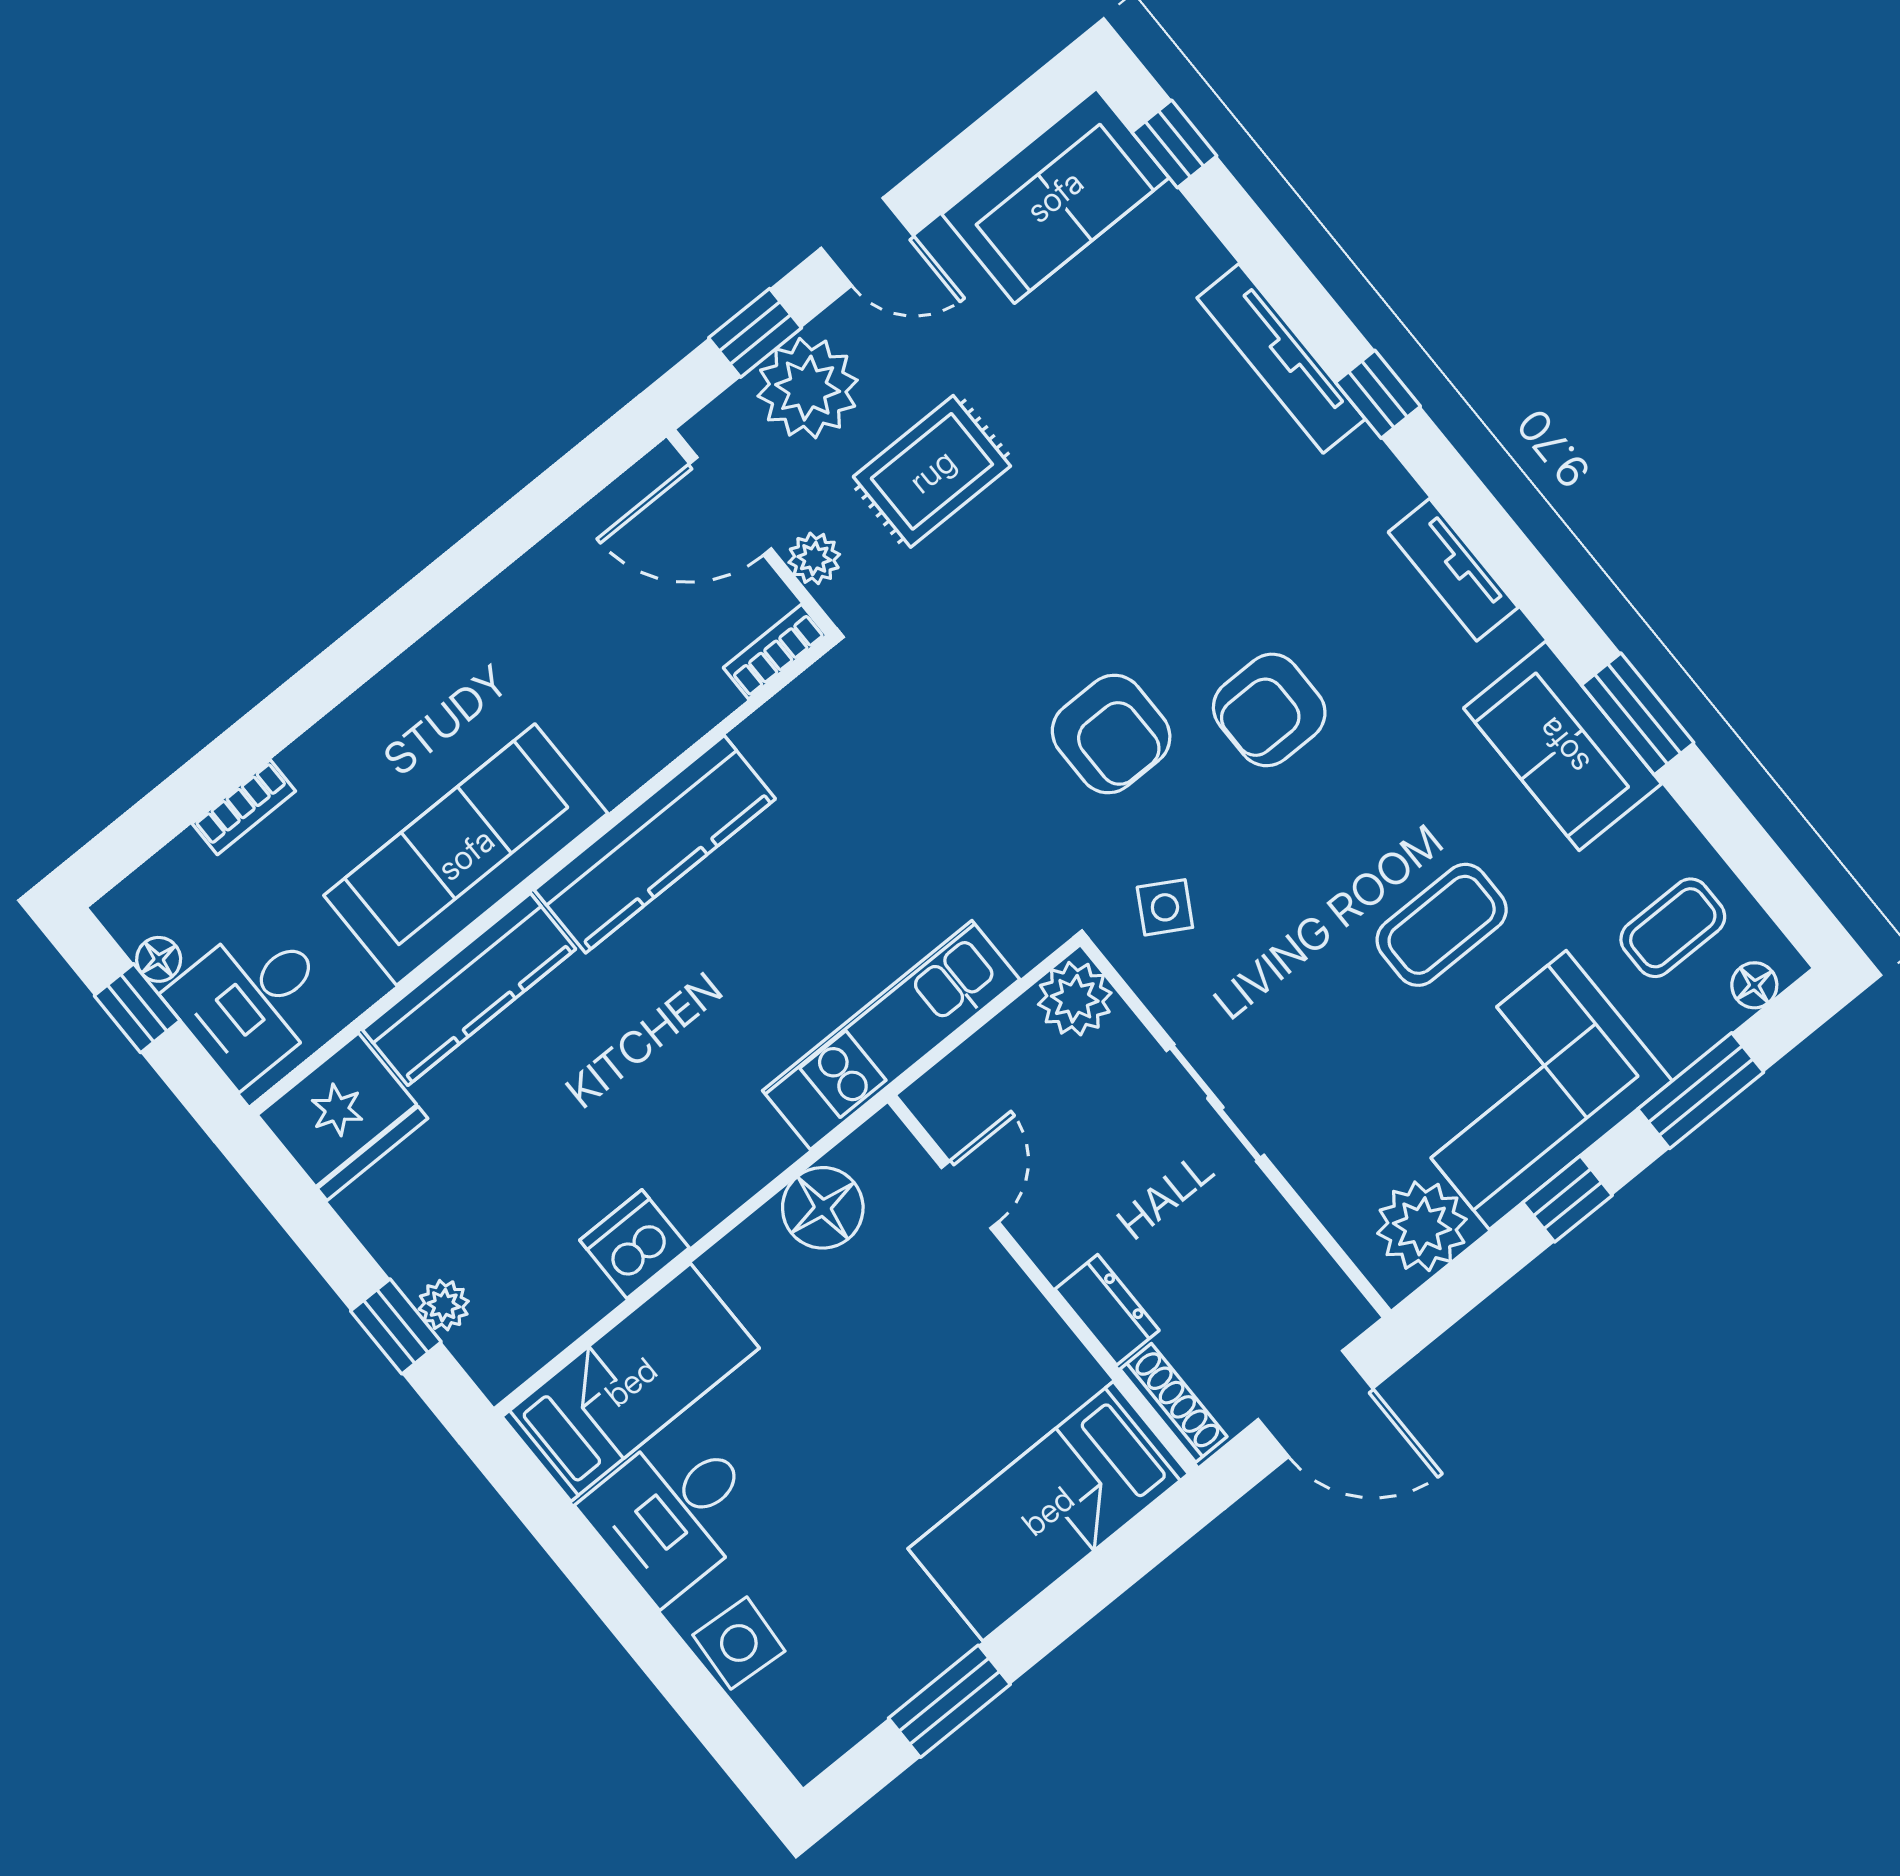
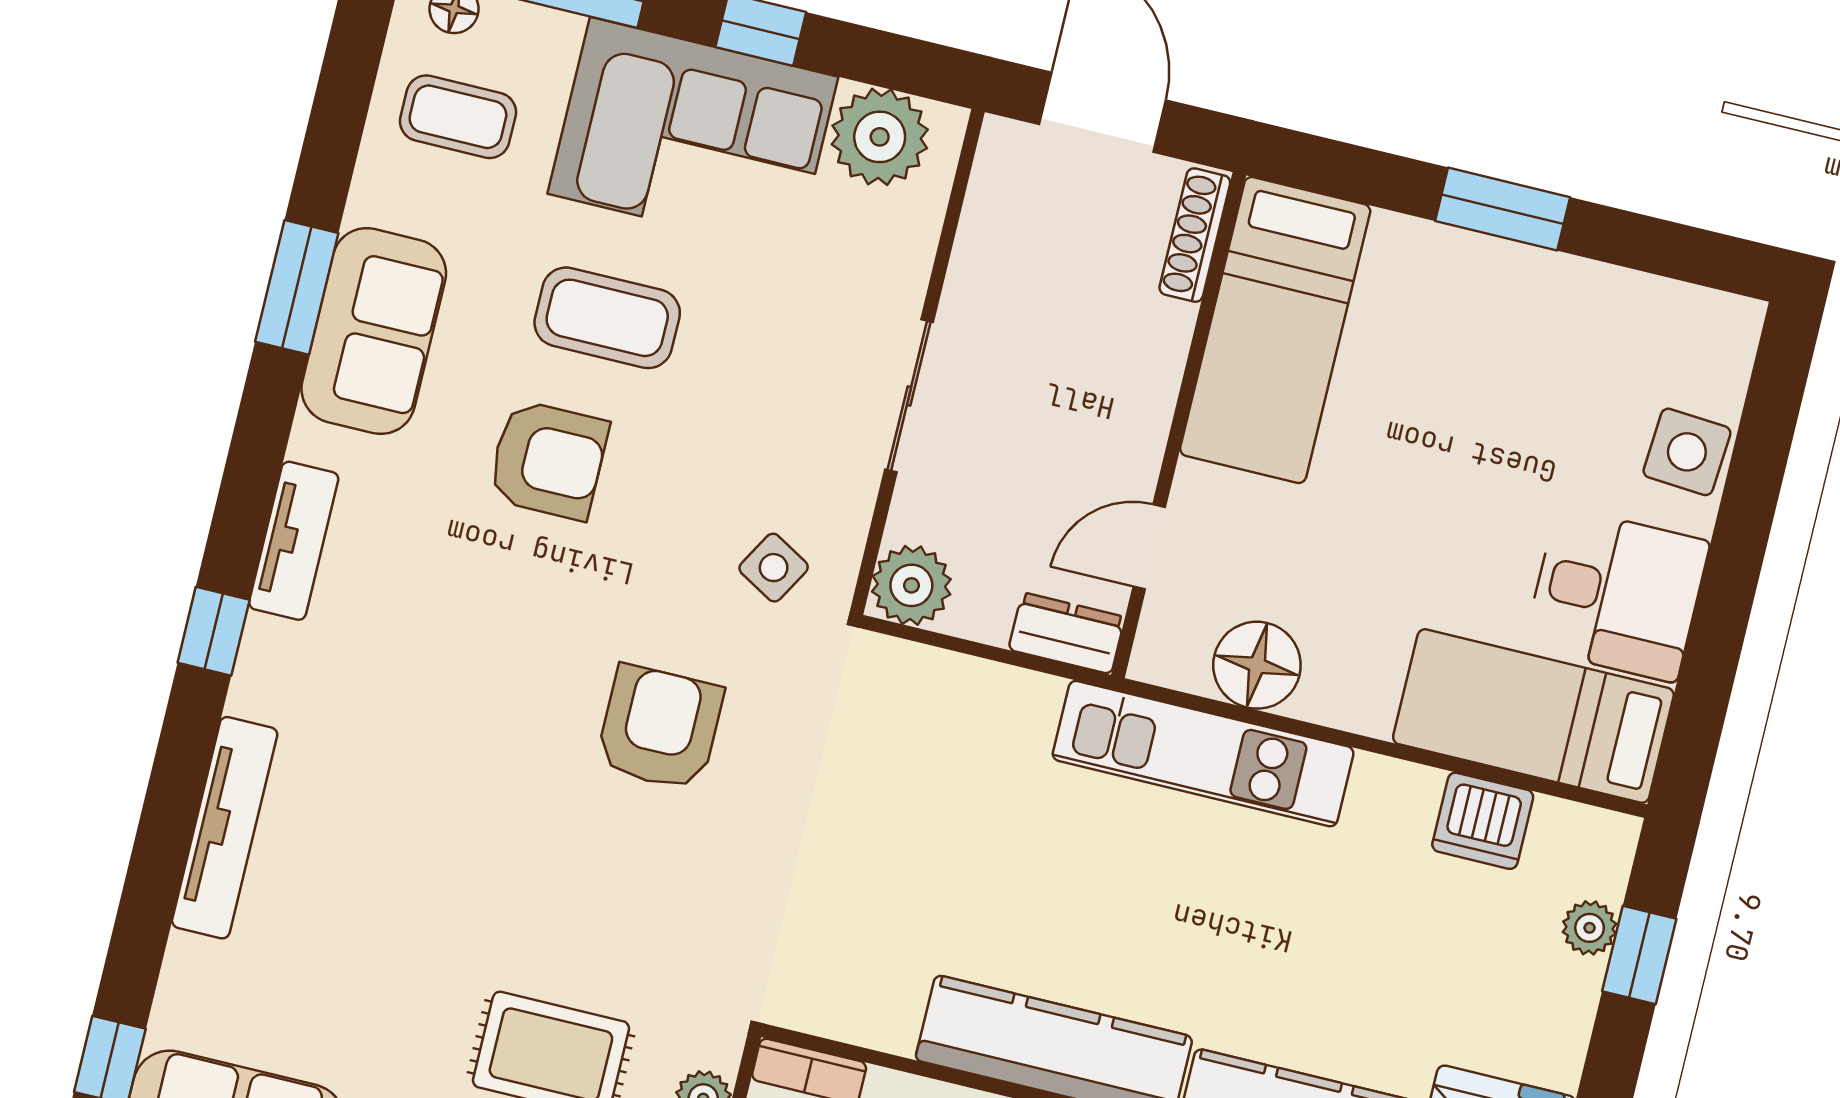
window: (1378, 394) -> (214, 631), moved
armchair: (1269, 710) -> (548, 460), moved
kitchen unit: (891, 1035) -> (1203, 754), moved
dishwasher: (634, 1244) -> (1483, 821), moved
dresser: (1107, 1310) -> (1067, 633), moved, turned 90
bed: (1048, 1511) -> (1275, 330), moved, turned 90
window: (949, 1701) -> (1503, 209), moved

